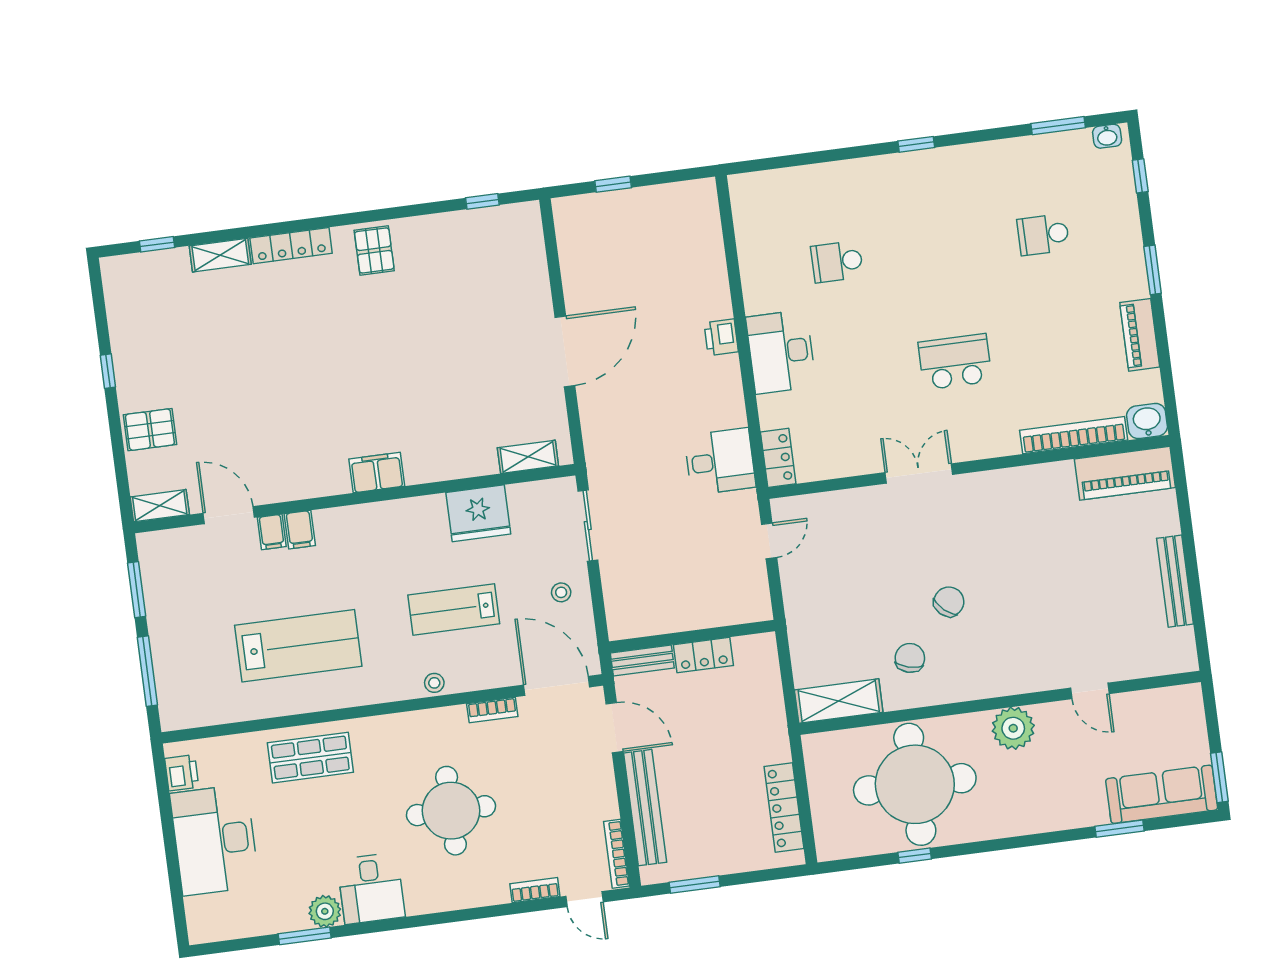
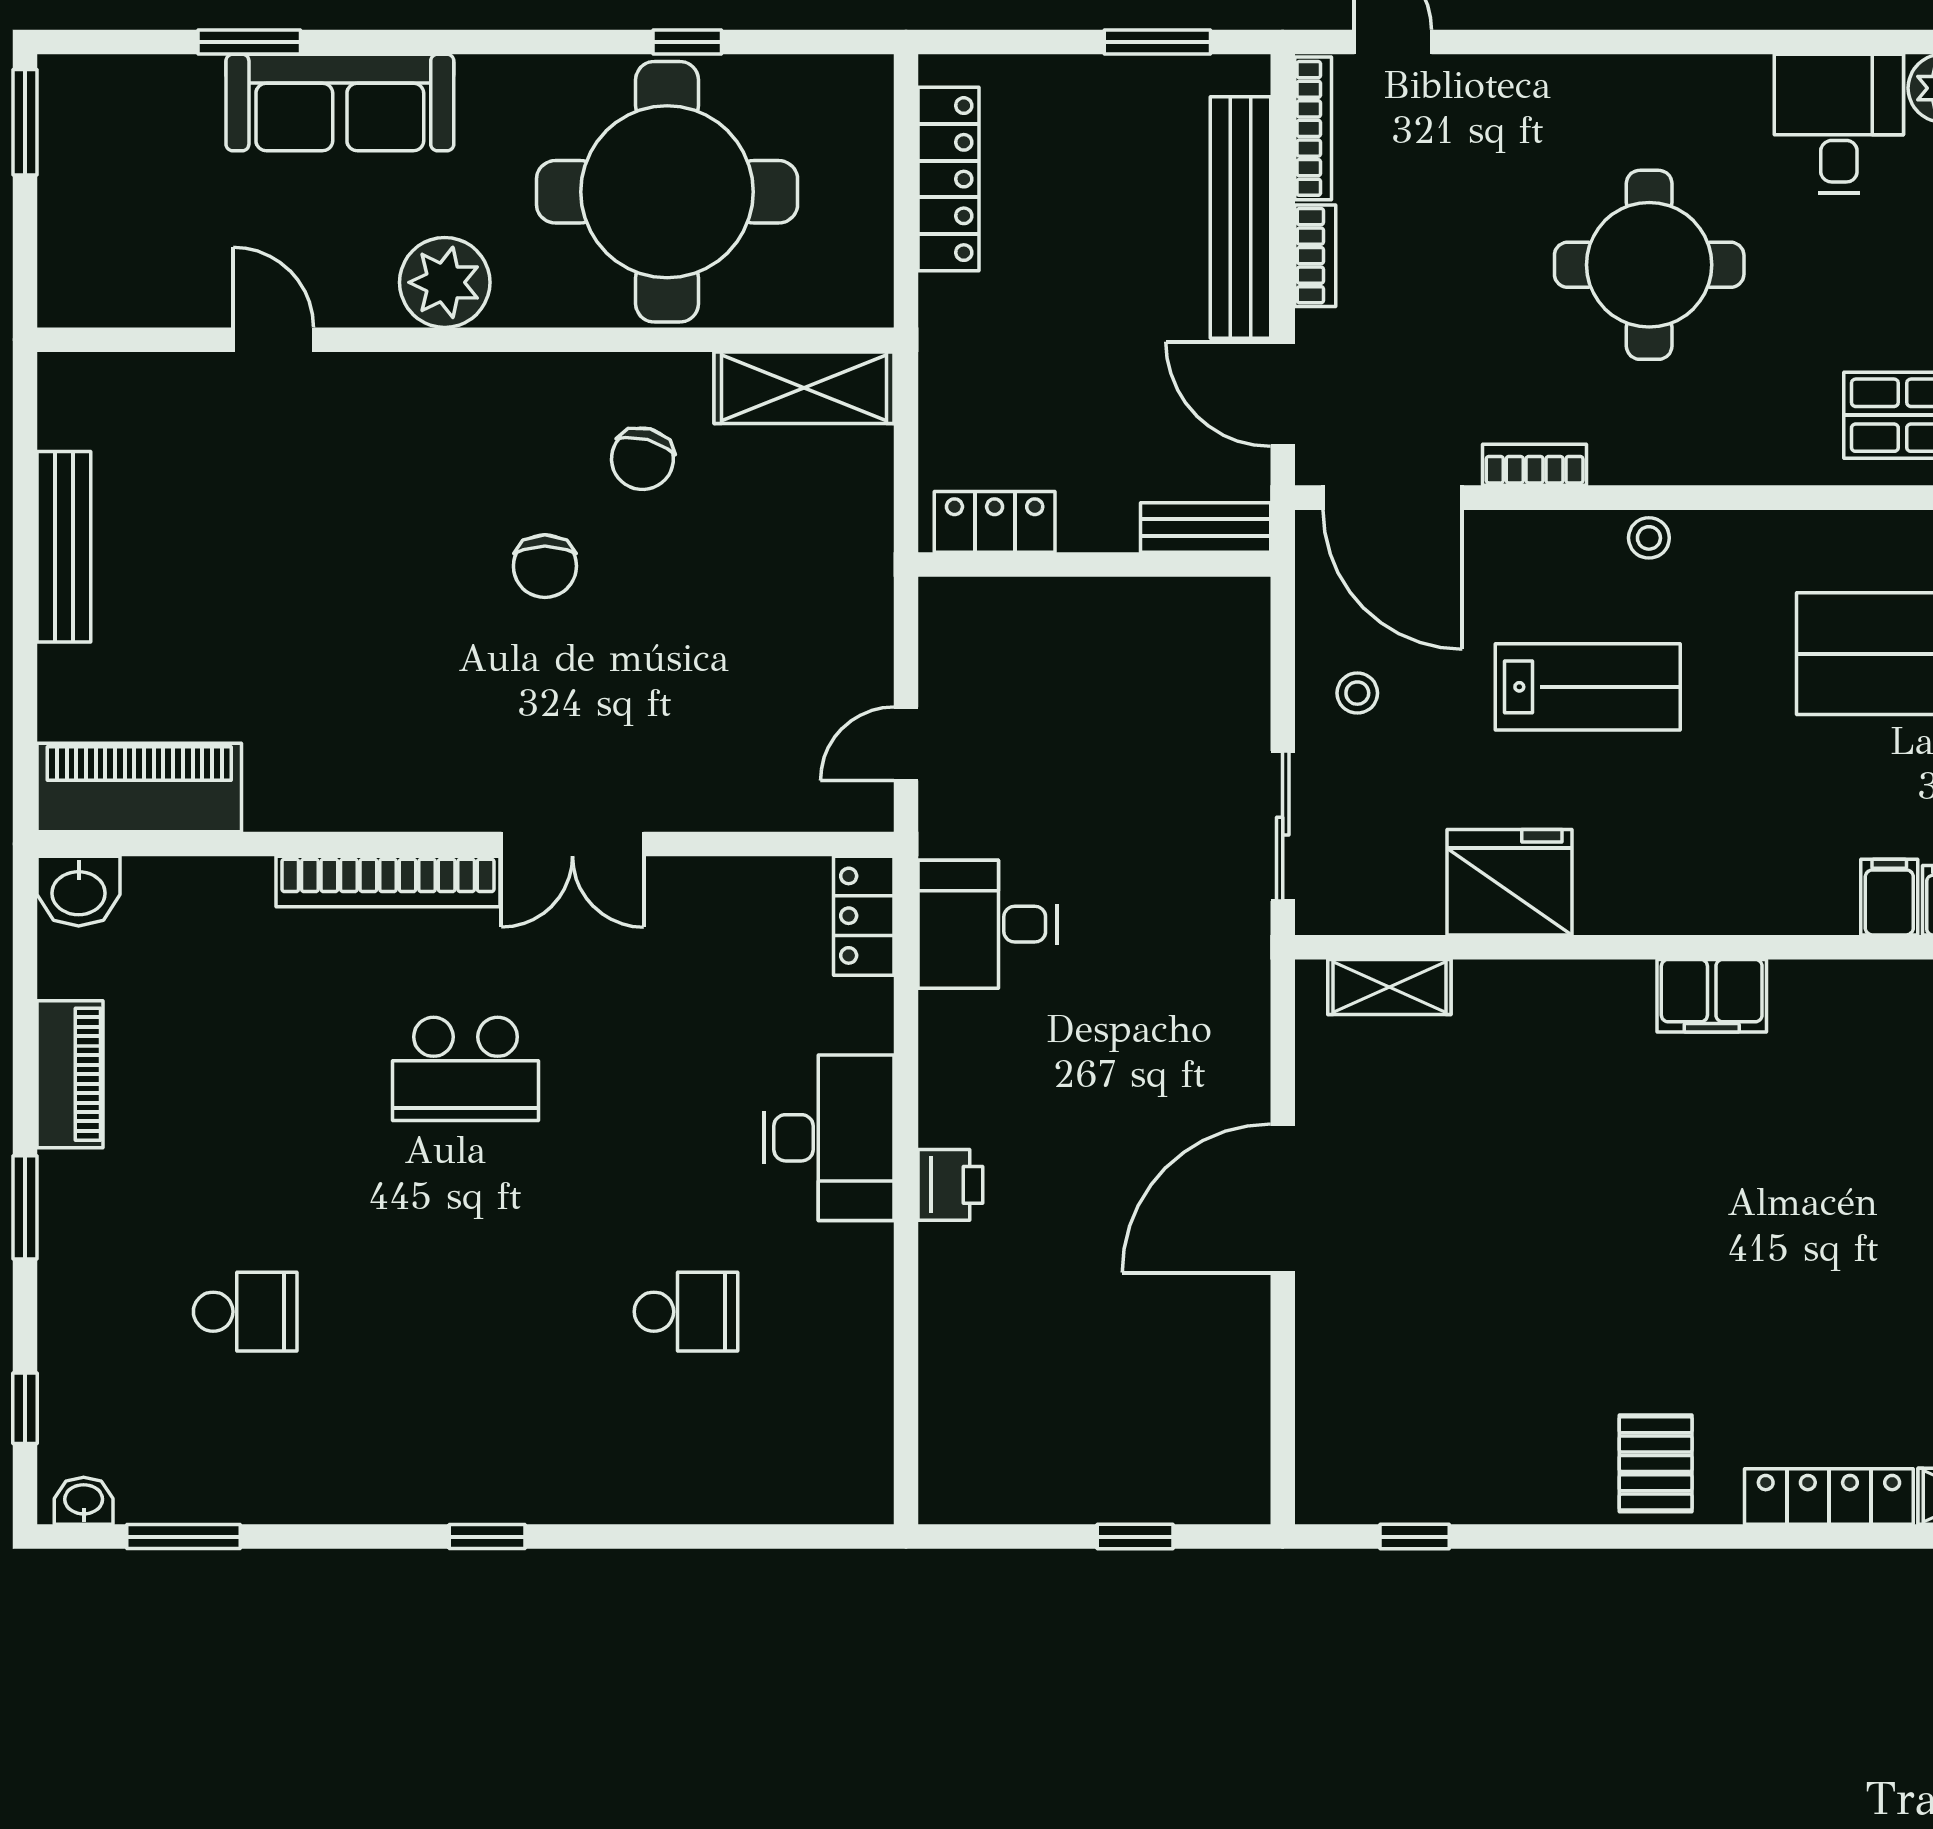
bookcase: (1074, 435) -> (388, 882), moved
chair: (949, 602) -> (545, 566), turned -42
locker: (703, 655) -> (995, 522), moved
sofa: (1162, 794) -> (340, 102), moved
bookcase: (535, 890) -> (1315, 256), moved, turned -90

